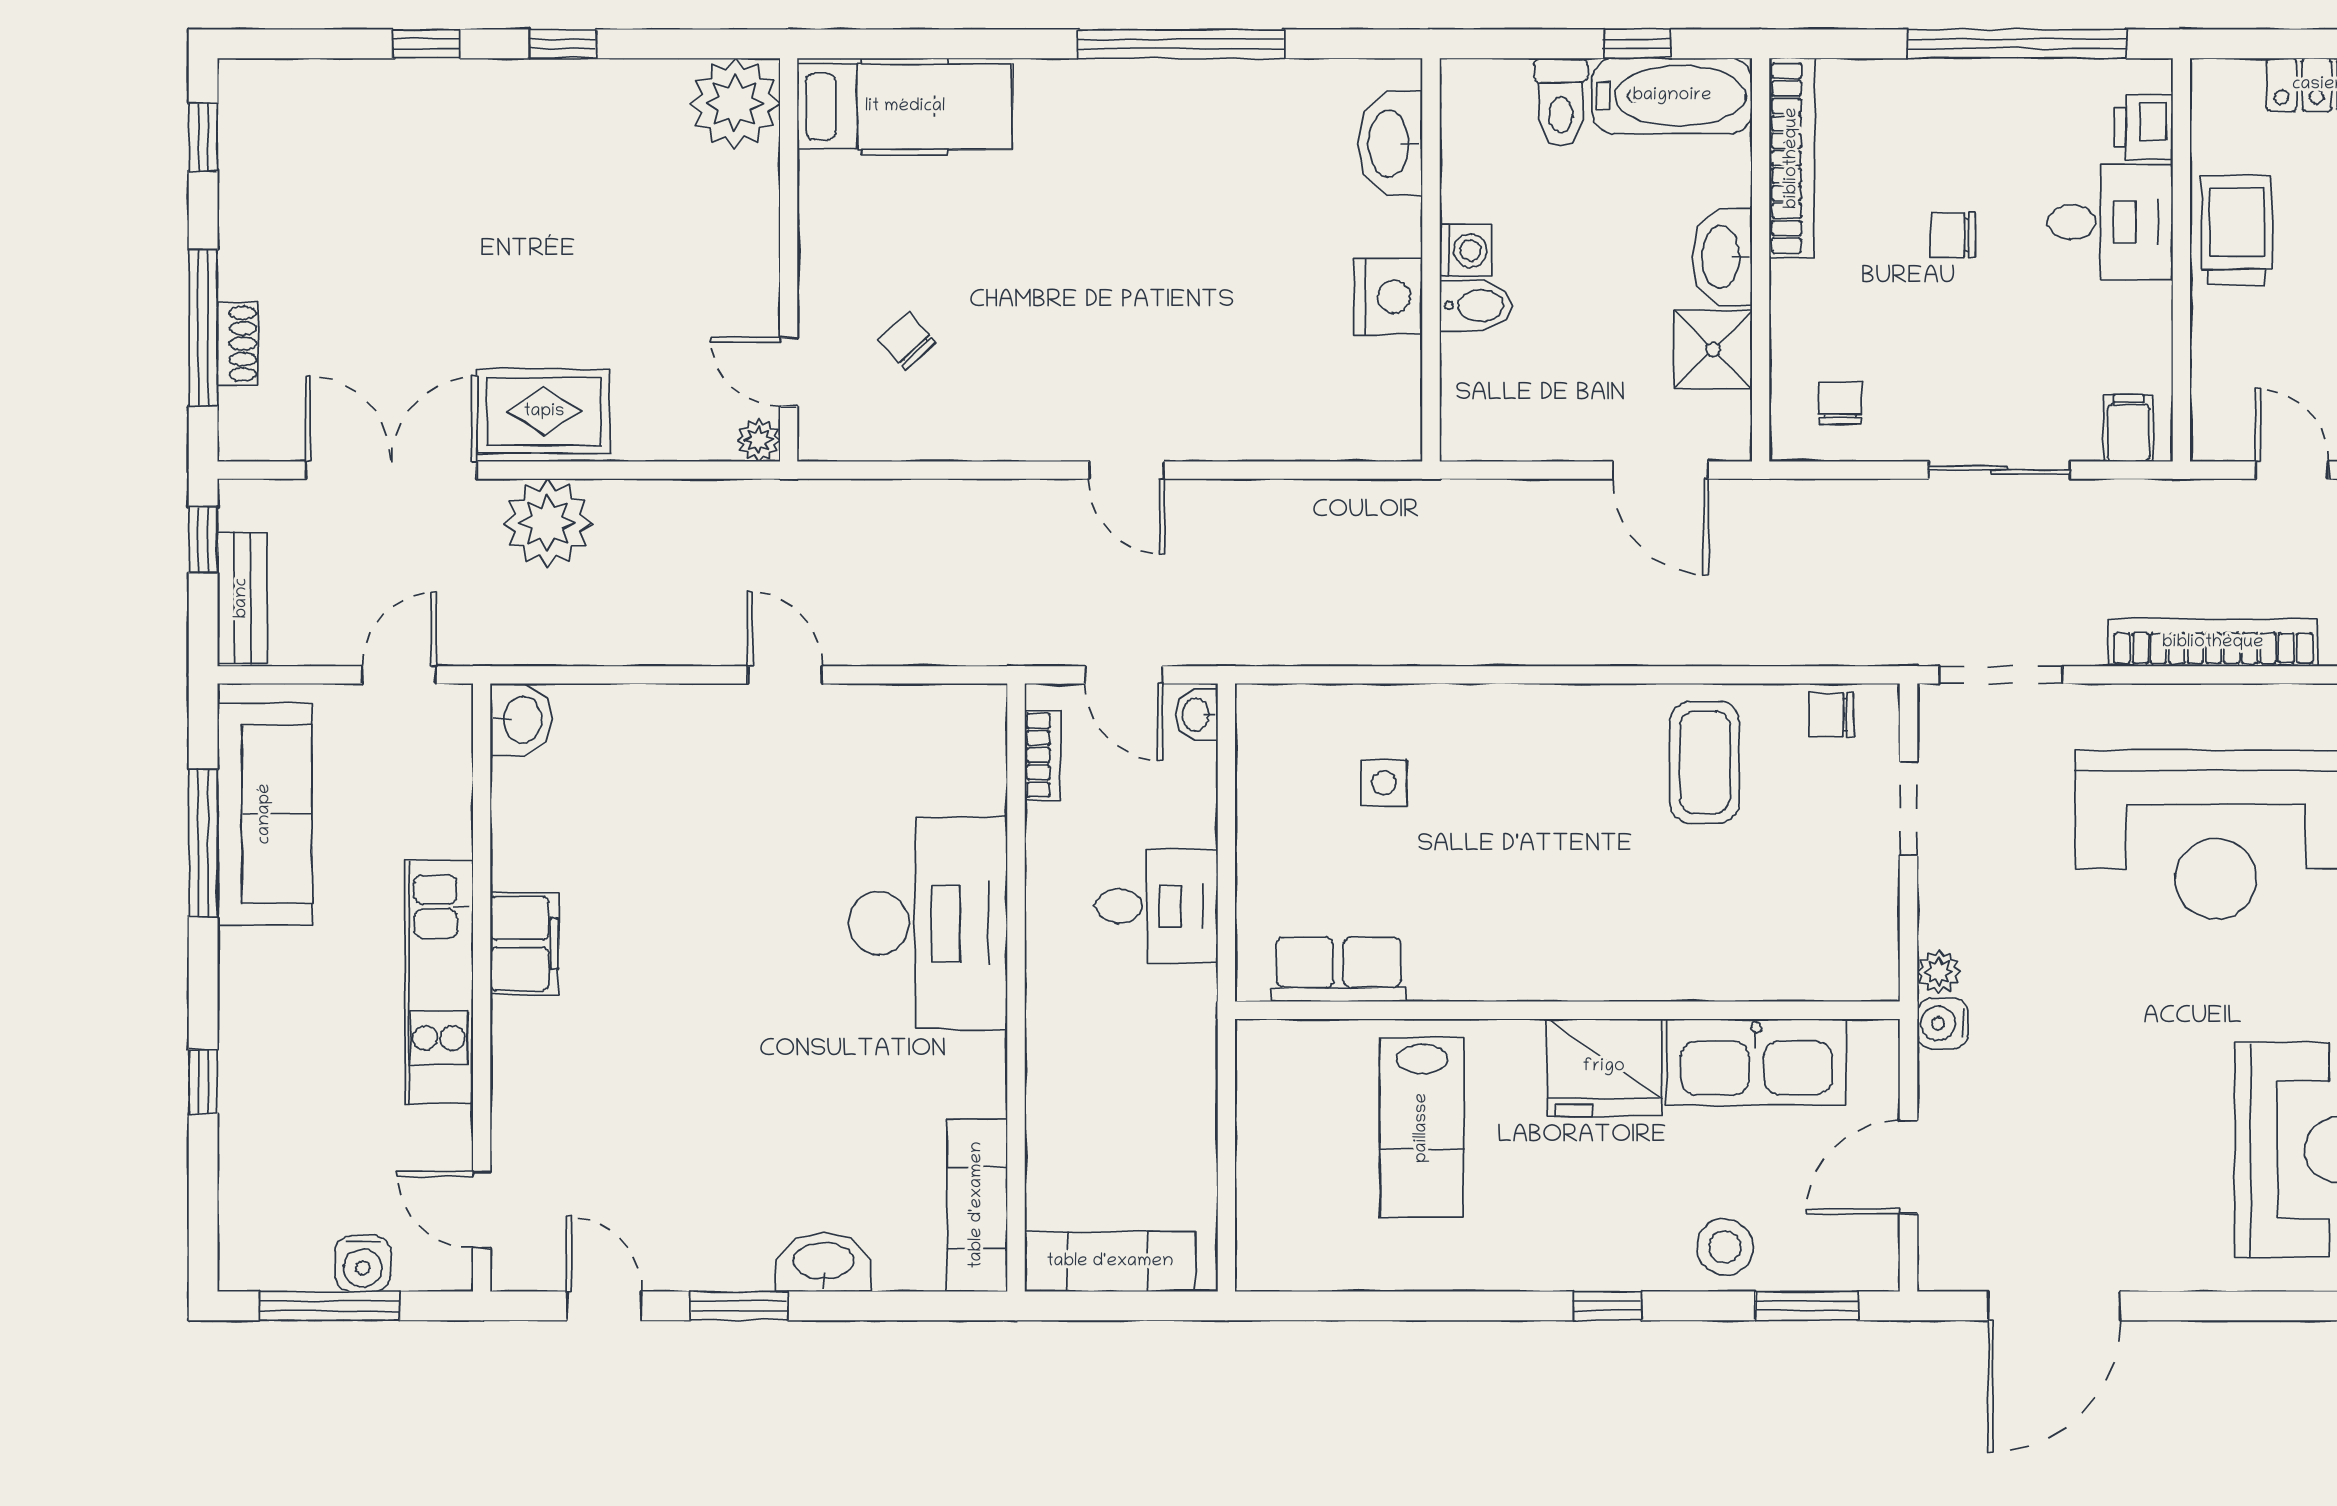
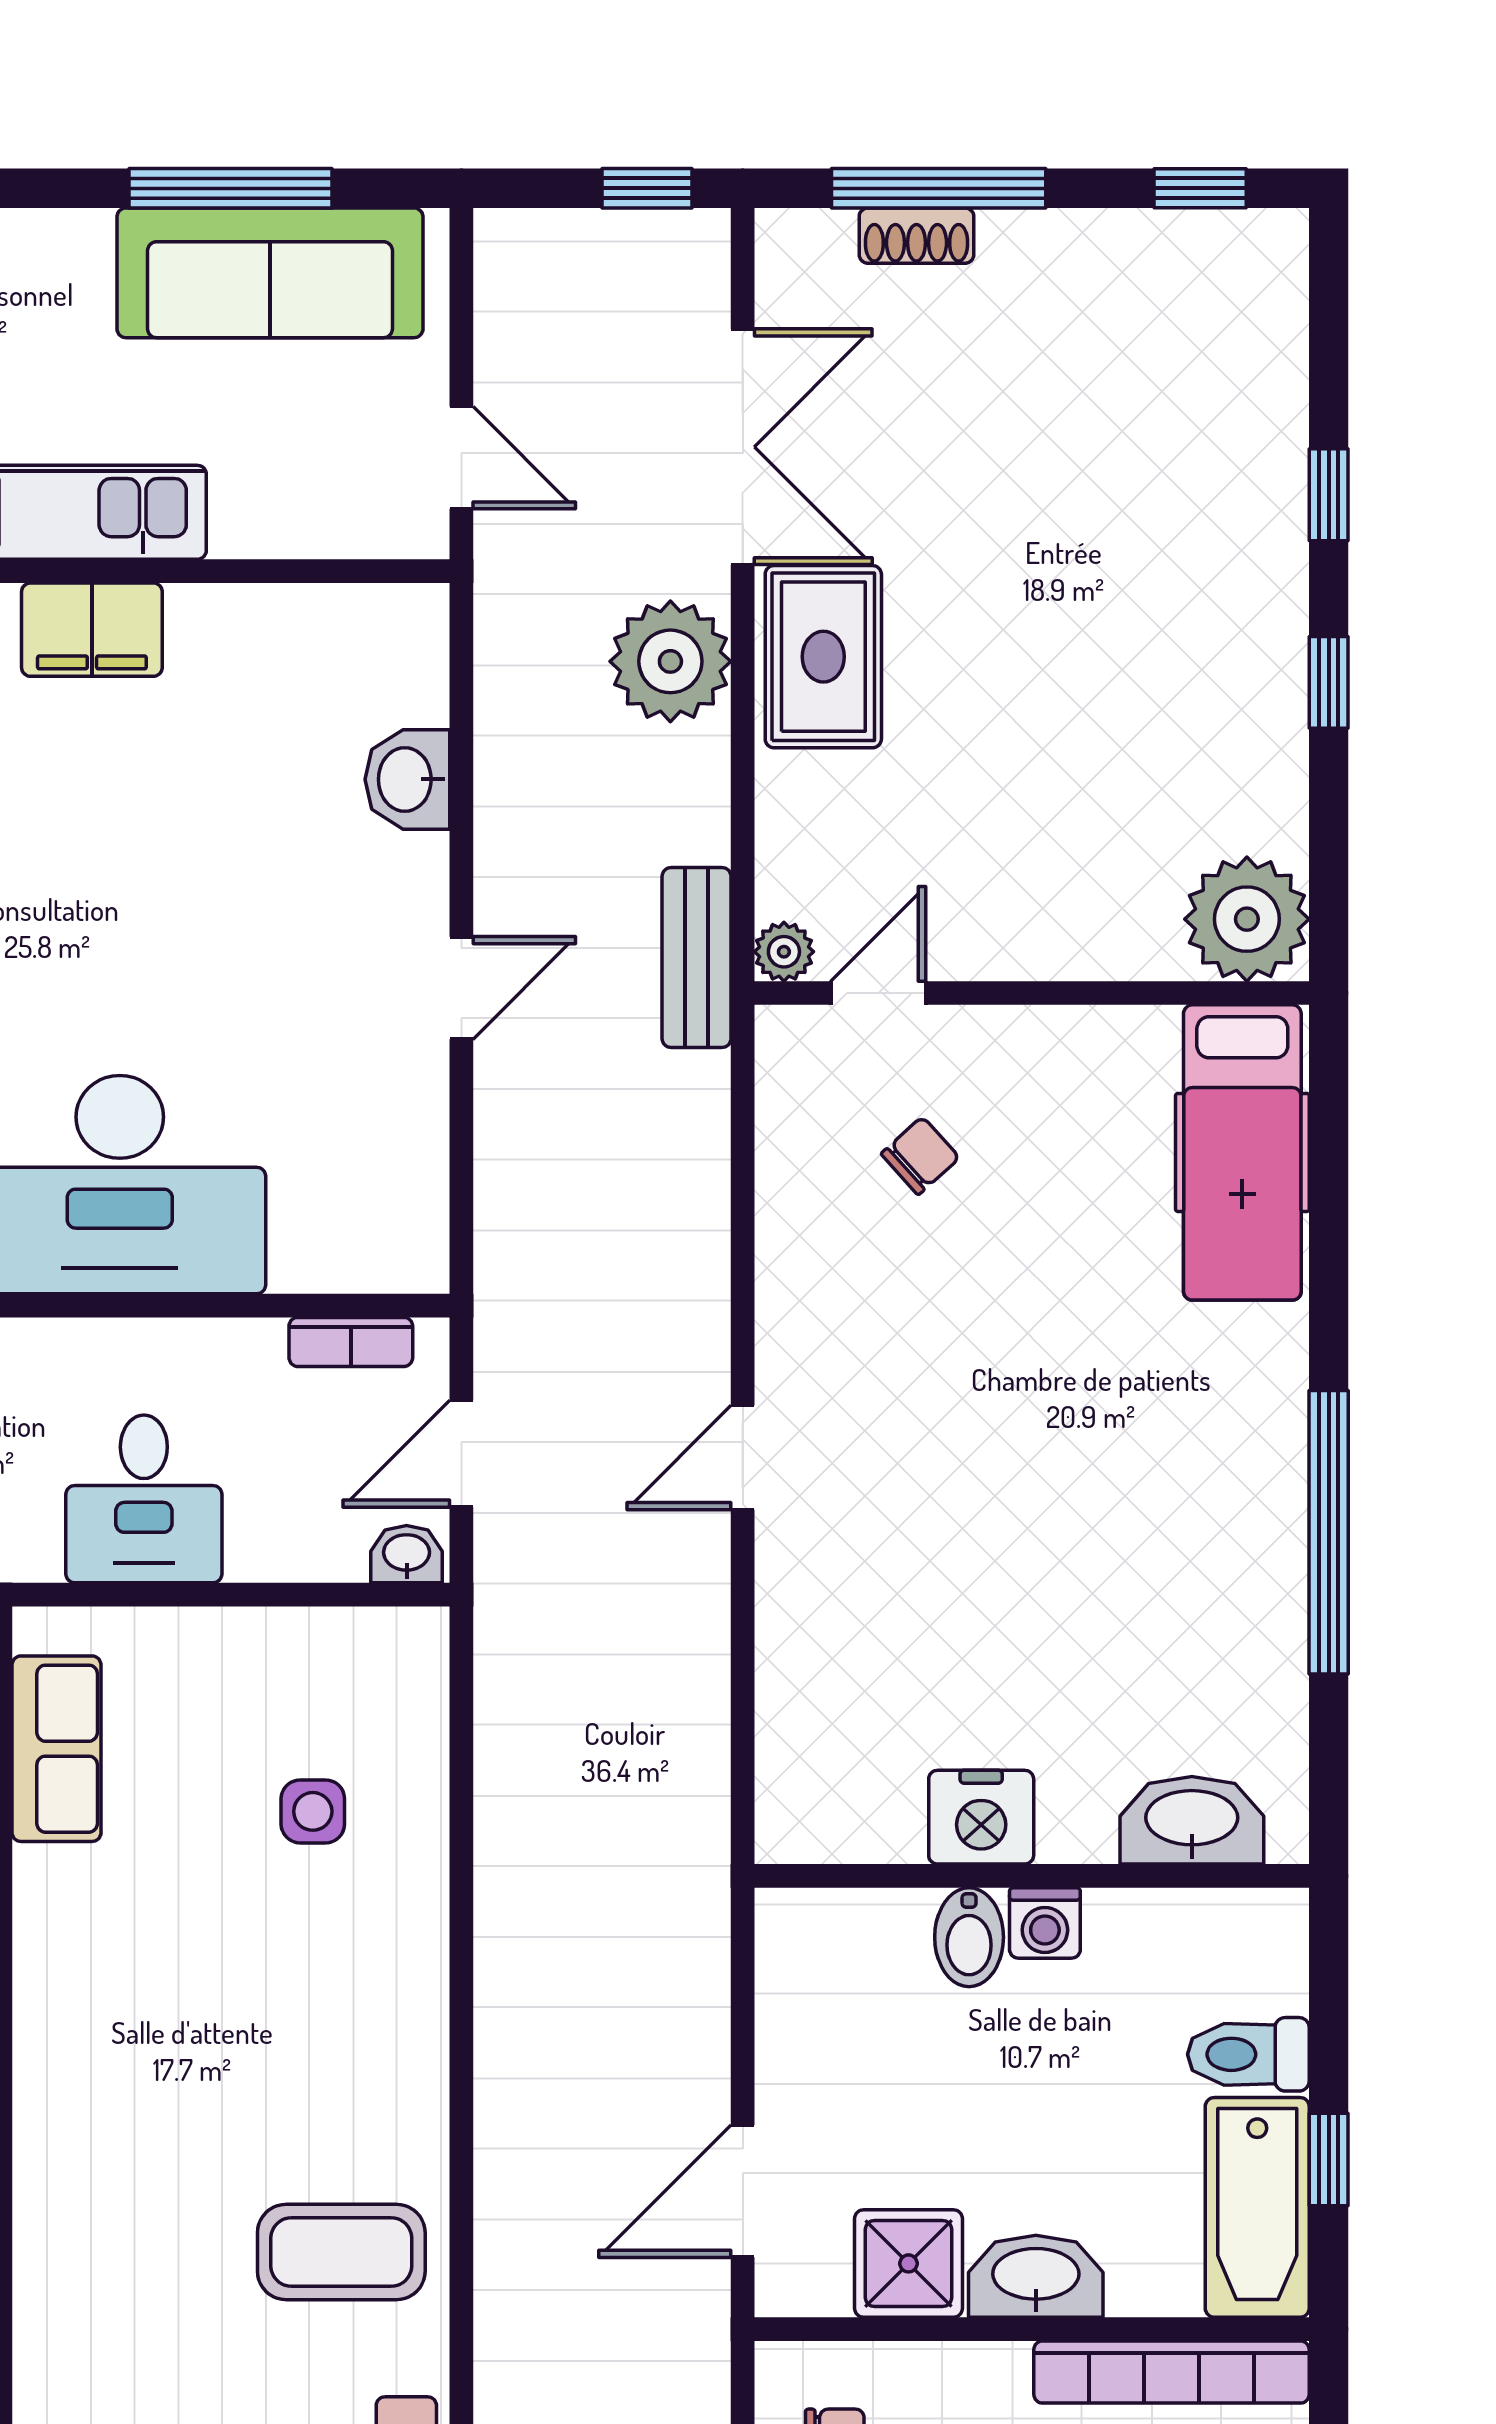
bench: (242, 598) -> (697, 958), moved, turned 90
washbasin: (521, 720) -> (407, 779), moved, turned 90

